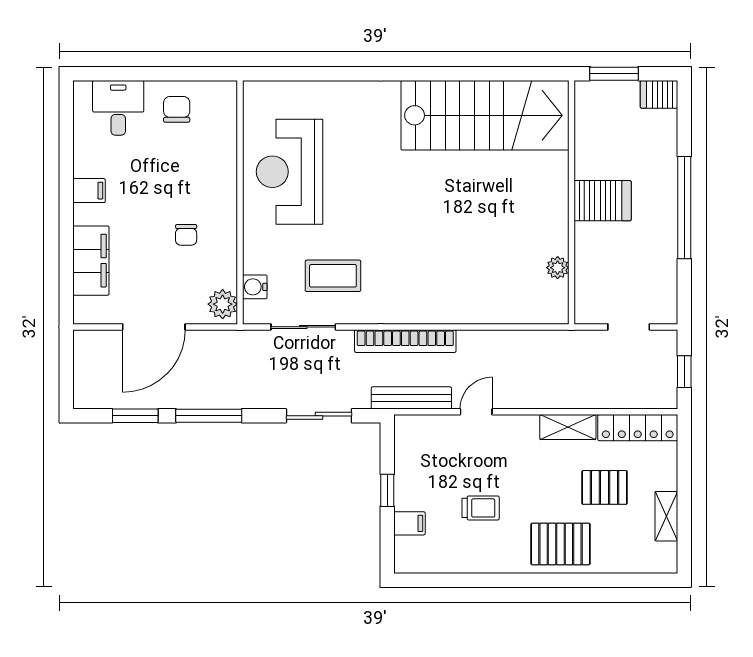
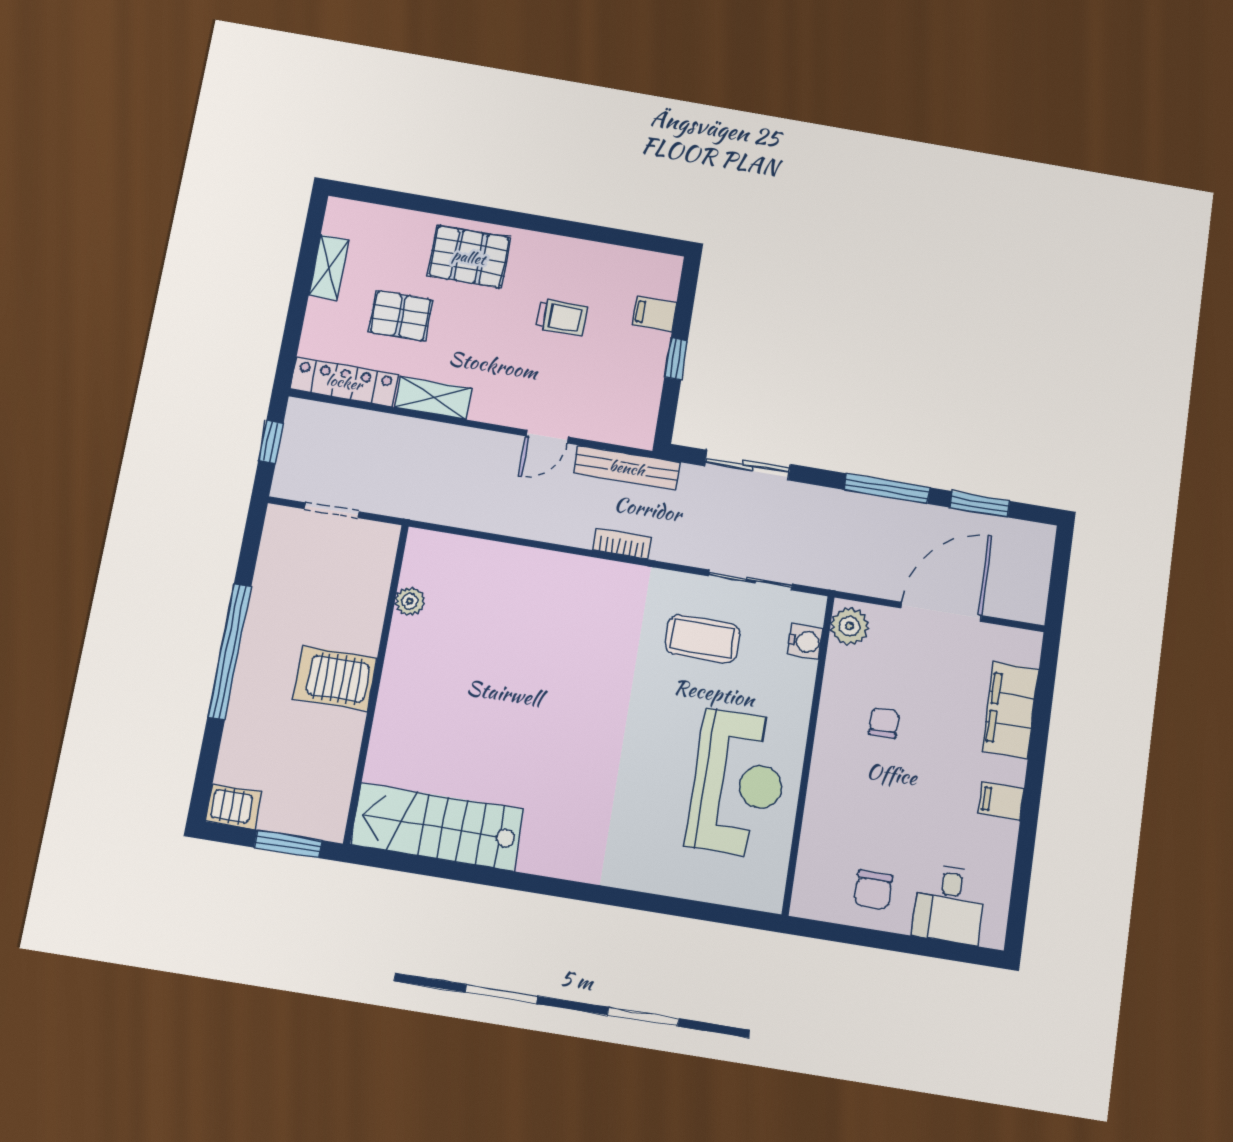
stairs: (485, 115) -> (437, 827), width x0.73, depth x0.66
bookcase: (405, 341) -> (622, 544), width x0.43, depth x0.76
trolley: (481, 508) -> (562, 317), turned 180

